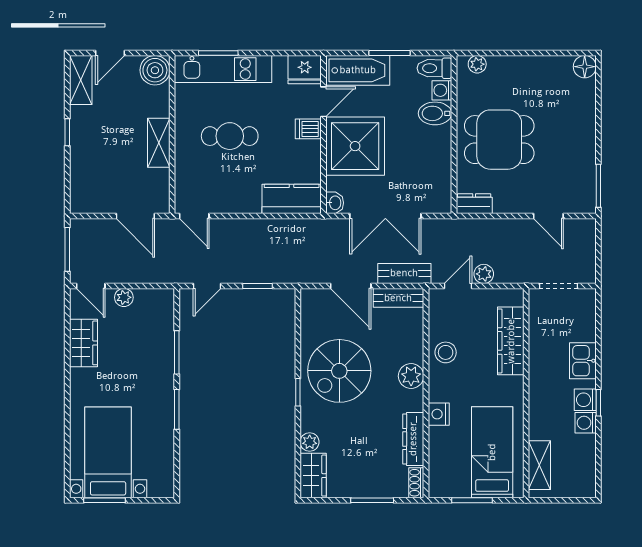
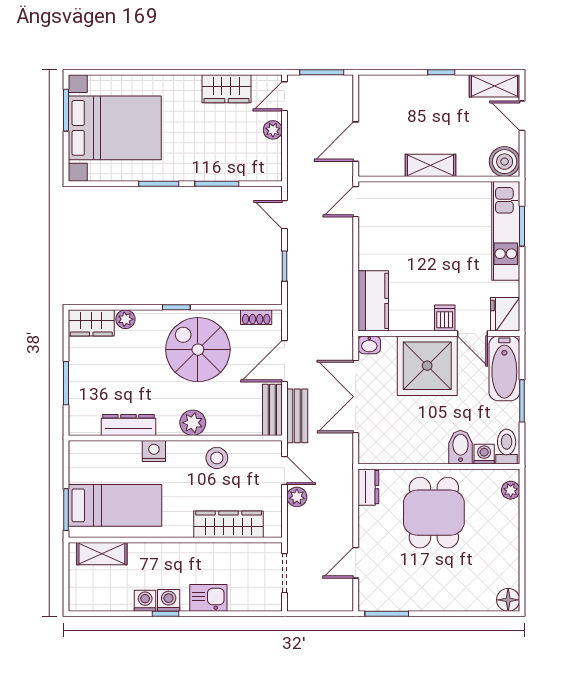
cafe table: (230, 136) -> (437, 238), removed
bed with nightstands: (108, 452) -> (115, 128), width x1.36
shoe rack: (416, 483) -> (256, 317), moved, turned 180
window: (472, 500) -> (66, 510), moved

